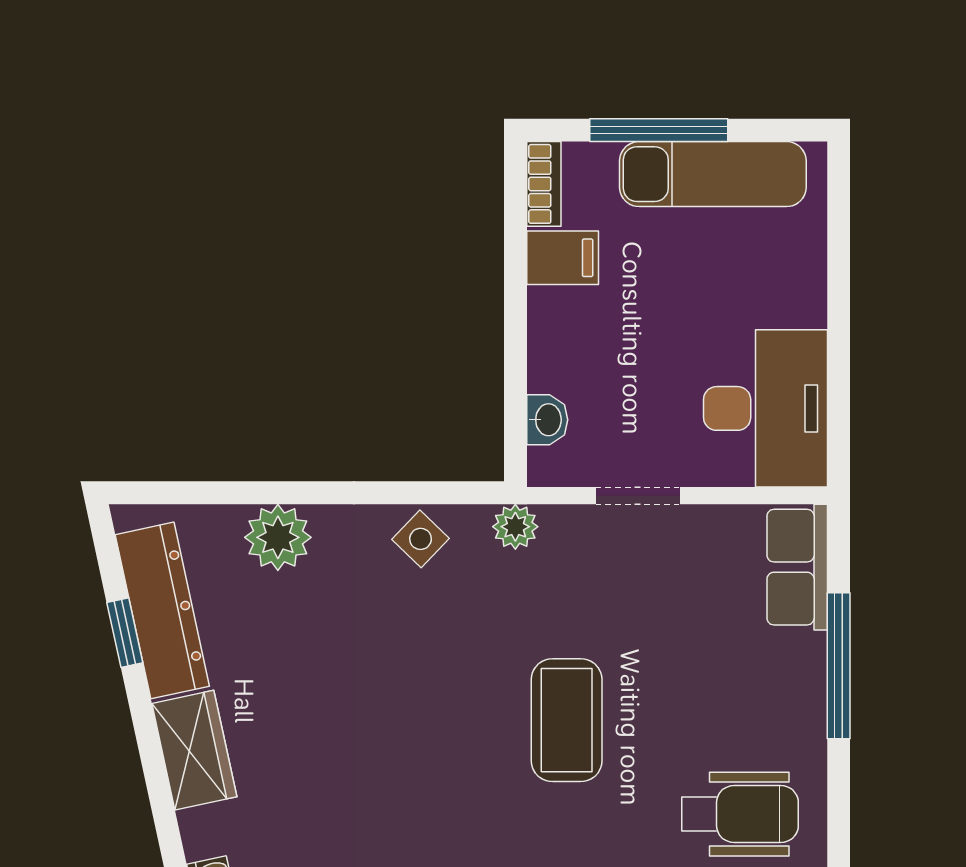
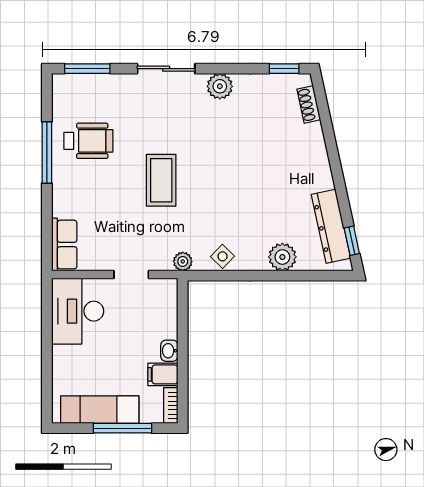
washbasin: (547, 420) -> (169, 351), moved
window: (125, 633) -> (352, 241), moved
window: (839, 666) -> (47, 153), moved
wardrobe: (194, 750) -> (318, 168), removed
wheelchair: (740, 814) -> (88, 141), turned 180

